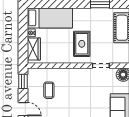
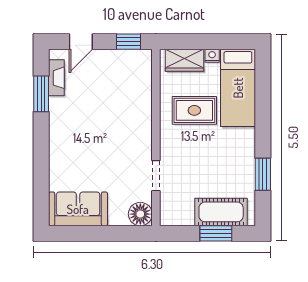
rug: (82, 44) -> (194, 110), moved
coffee table: (49, 90) -> (114, 86), removed

